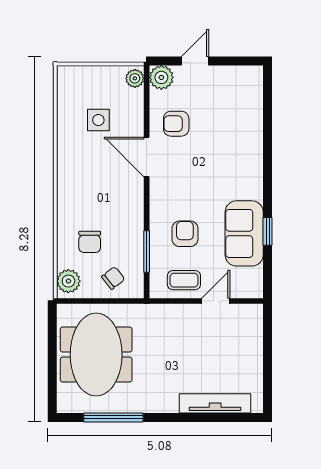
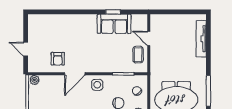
plant: (161, 77) -> (34, 66), removed
side table: (98, 120) -> (97, 85), moved
armchair: (185, 234) -> (114, 54), removed

